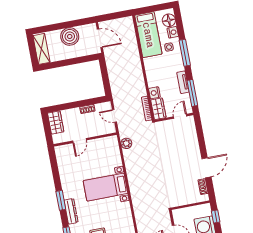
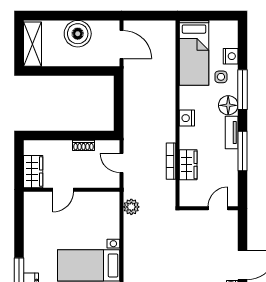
floor lamp: (169, 20) -> (228, 105), moved
nightstand: (154, 93) -> (187, 118), moved
door: (180, 116) -> (218, 208), moved
wall: (174, 117) -> (209, 208), moved
wardrobe: (56, 122) -> (33, 172), moved

